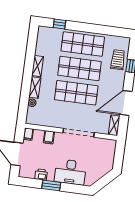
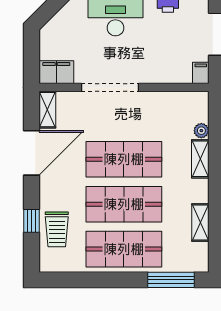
window: (59, 24) -> (171, 280), width x2.17
shelving: (38, 66) -> (200, 222), moved
filing cabinet: (49, 137) -> (56, 72), moved, width x2.00

